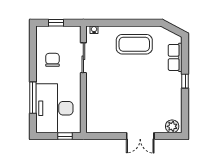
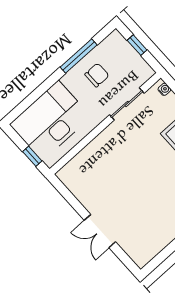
window: (33, 98) -> (79, 56), moved
plant: (172, 126) -> (138, 254), removed

